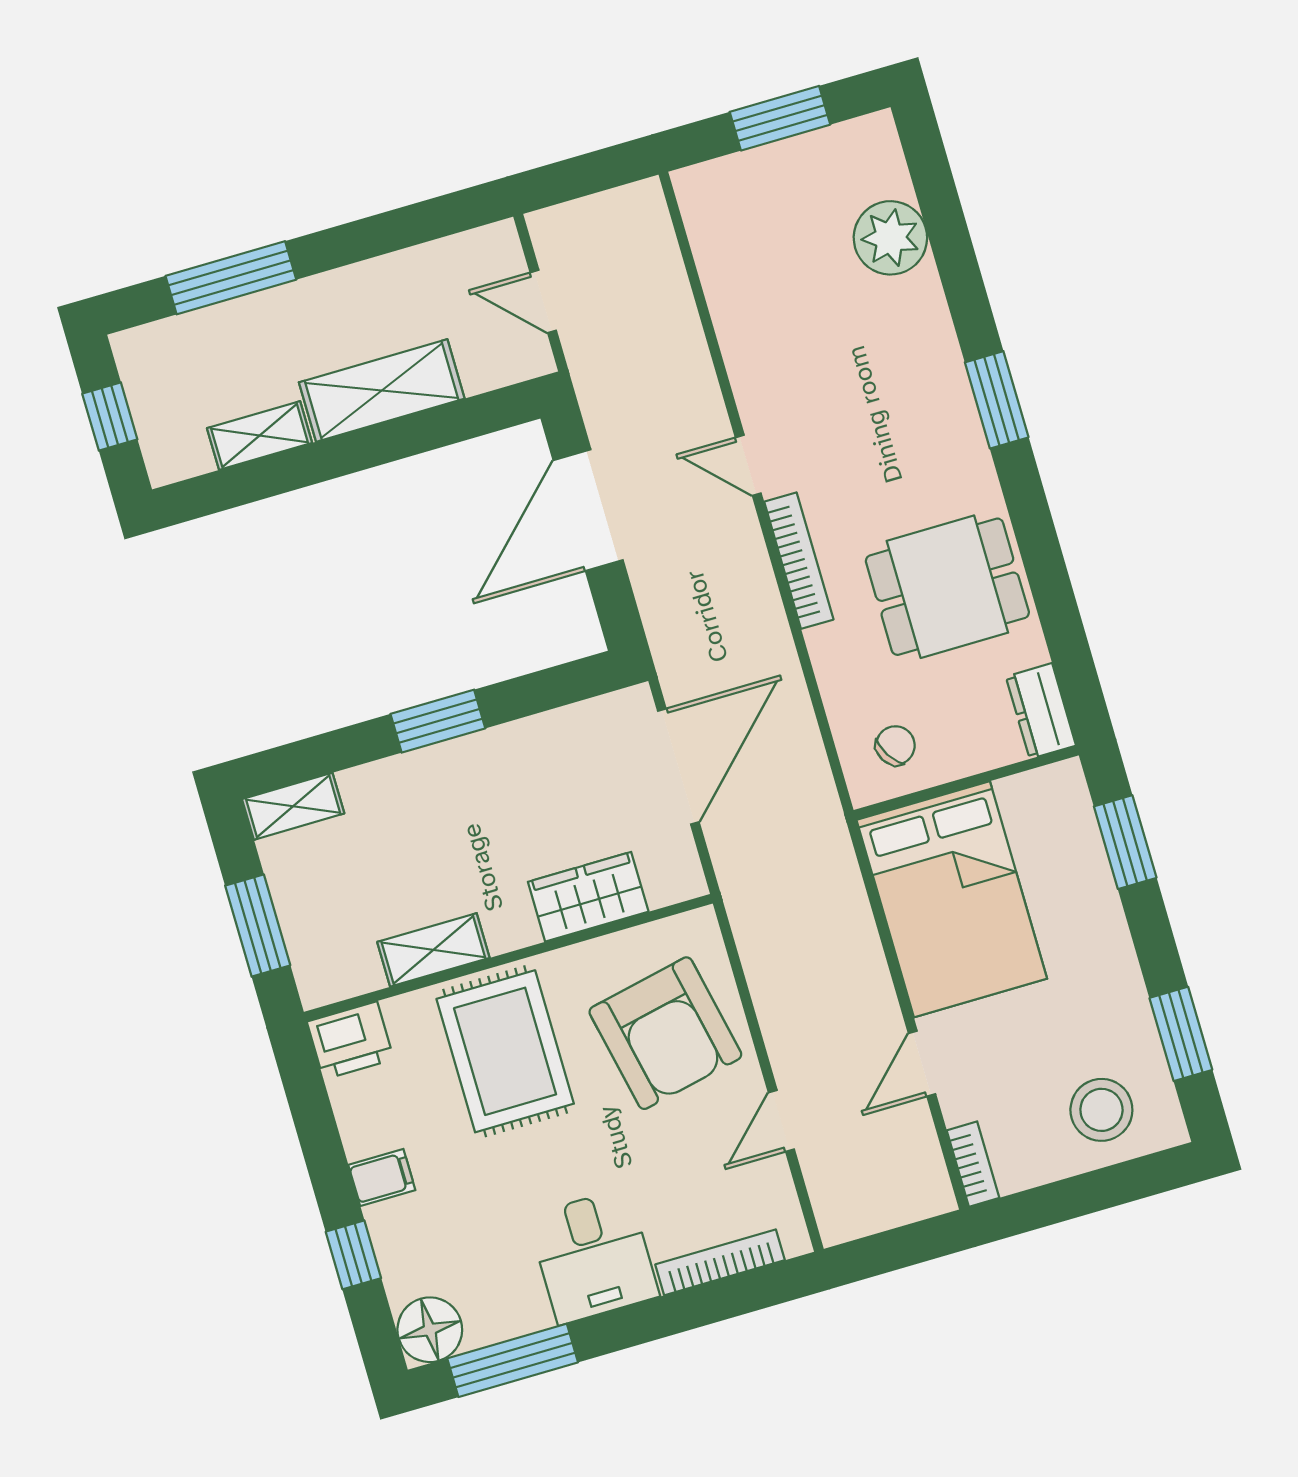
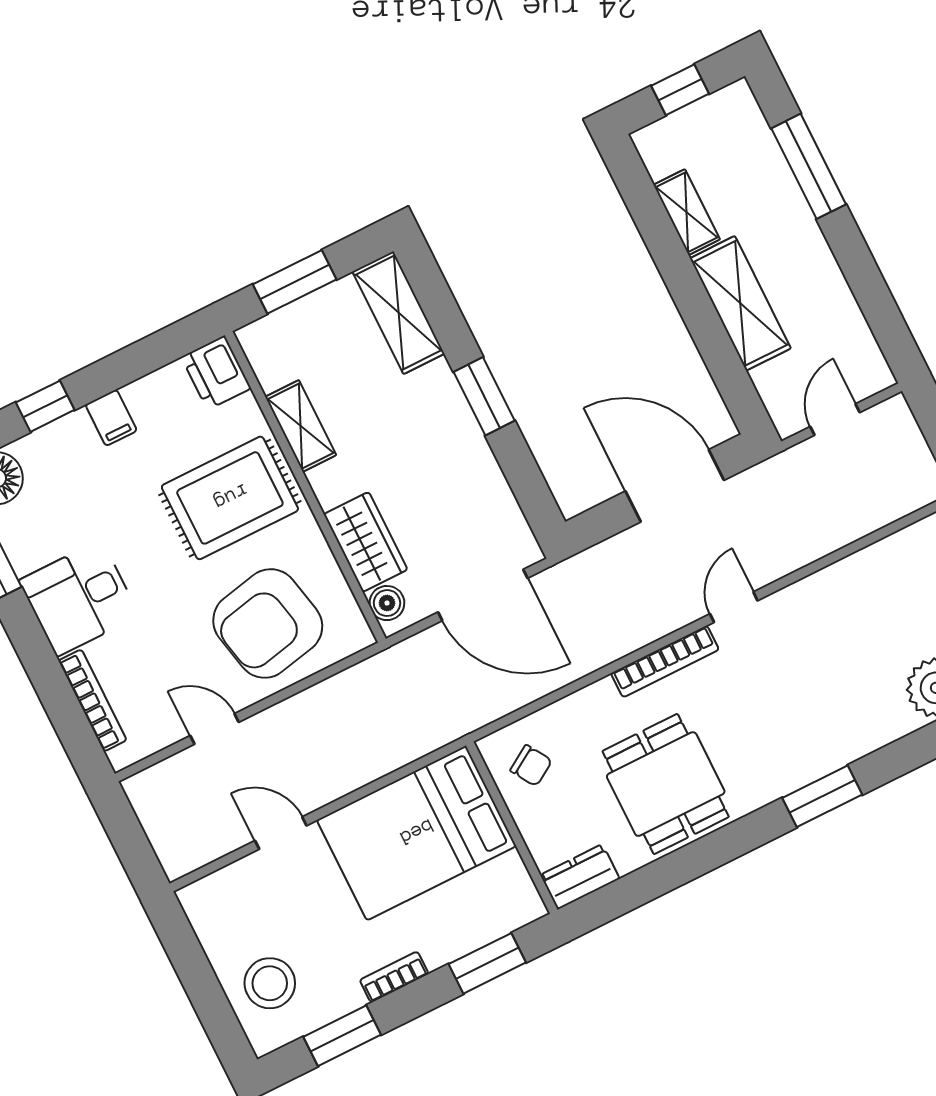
shelving: (293, 806) -> (398, 313), width x1.50, depth x1.33
boiler: (667, 884) -> (387, 603), added
bookcase: (973, 1164) -> (394, 977), moved, turned 180

